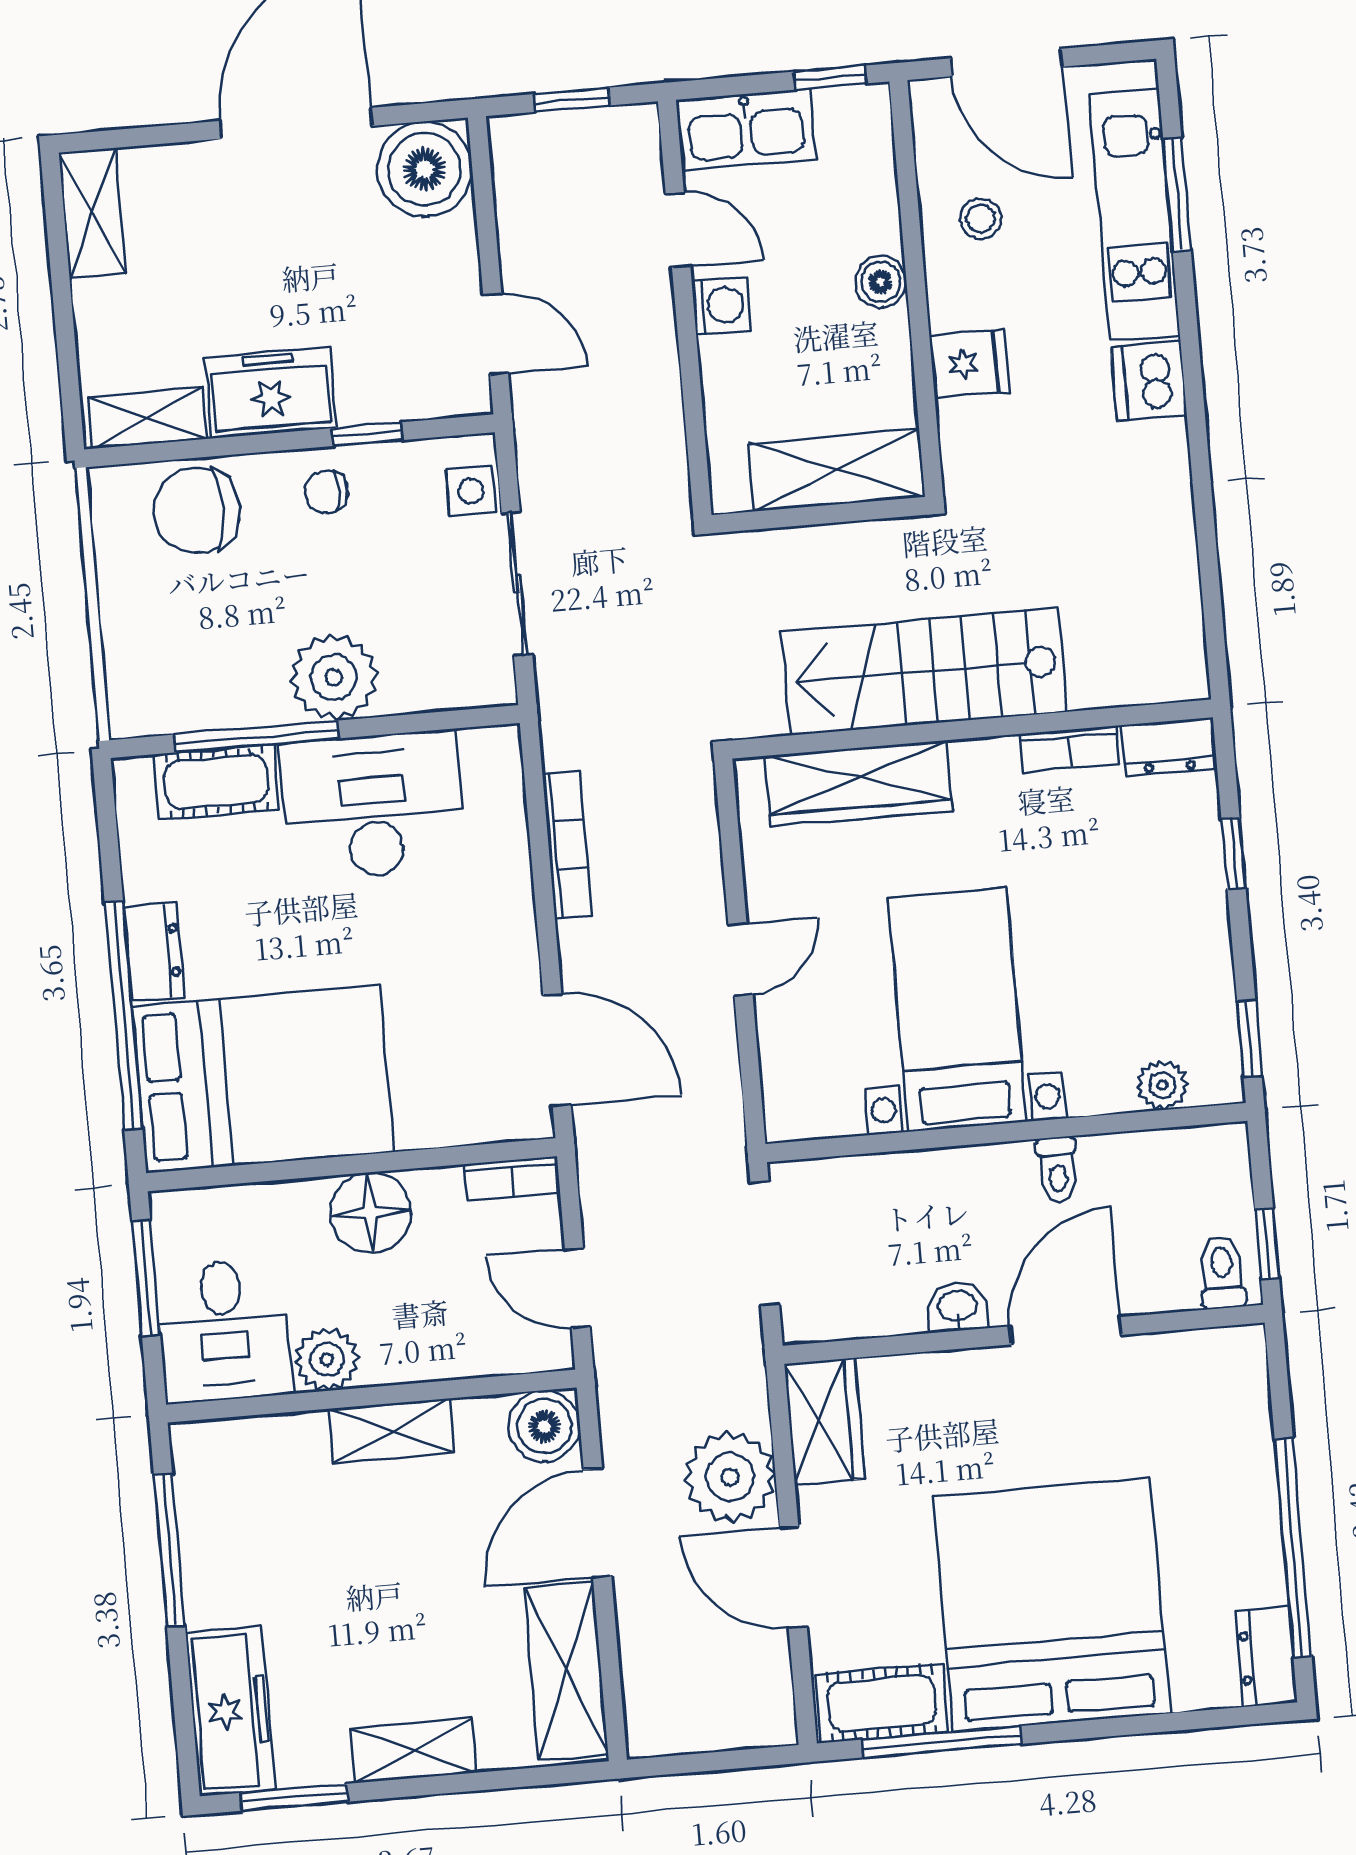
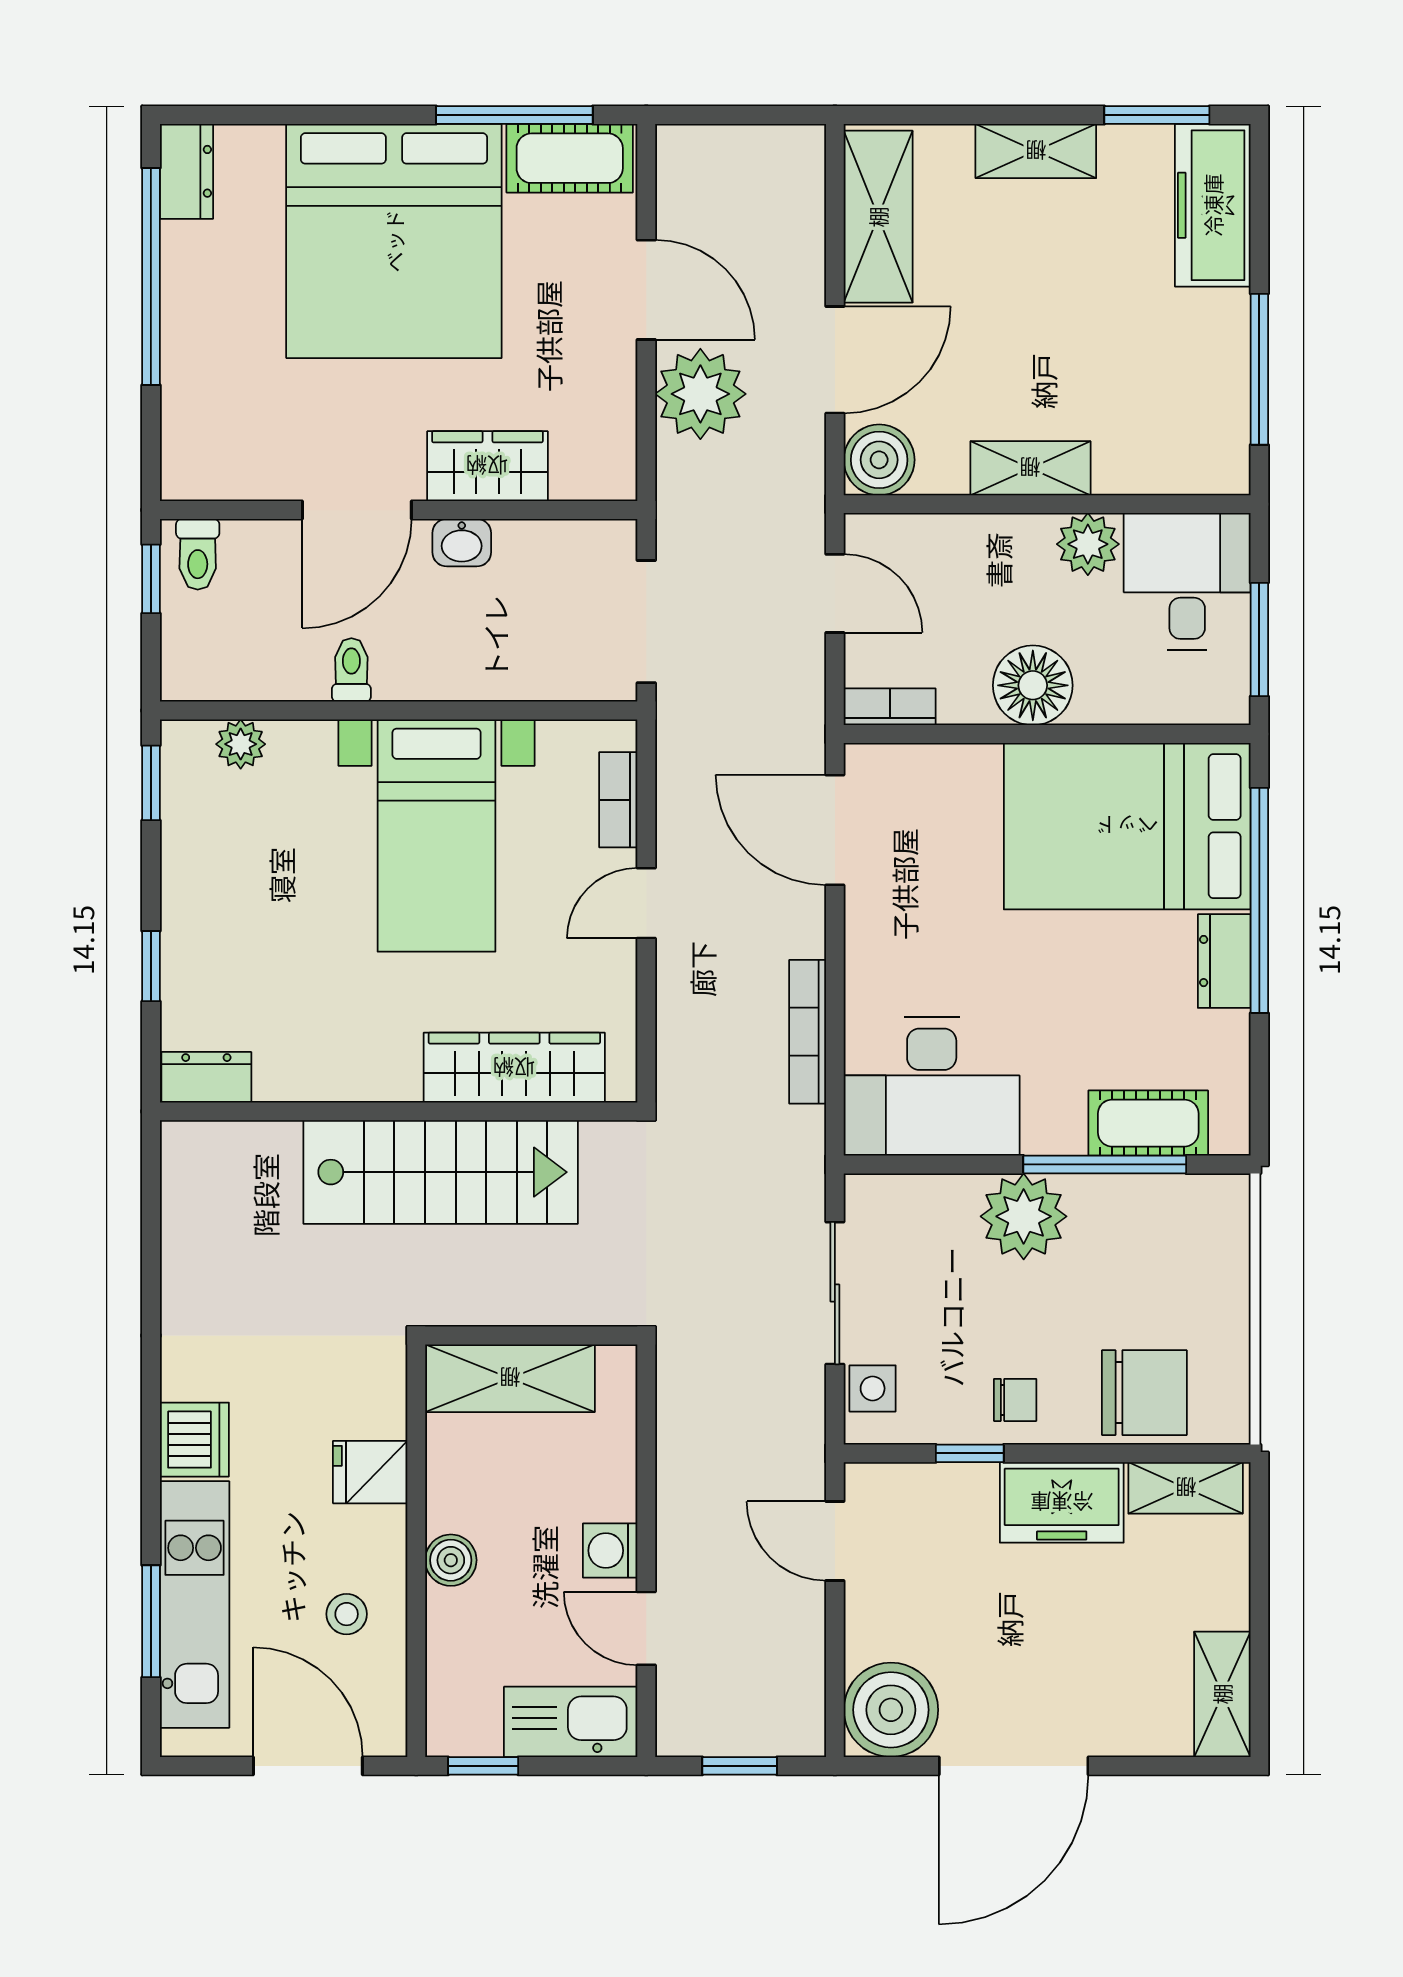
bookcase: (1070, 749) -> (618, 800), moved, turned -90
desk: (373, 806) -> (932, 1087), moved
wardrobe: (825, 1421) -> (487, 466), moved, turned 90

